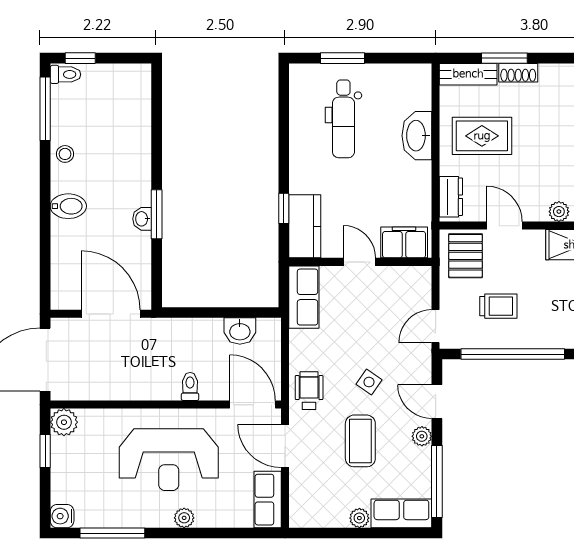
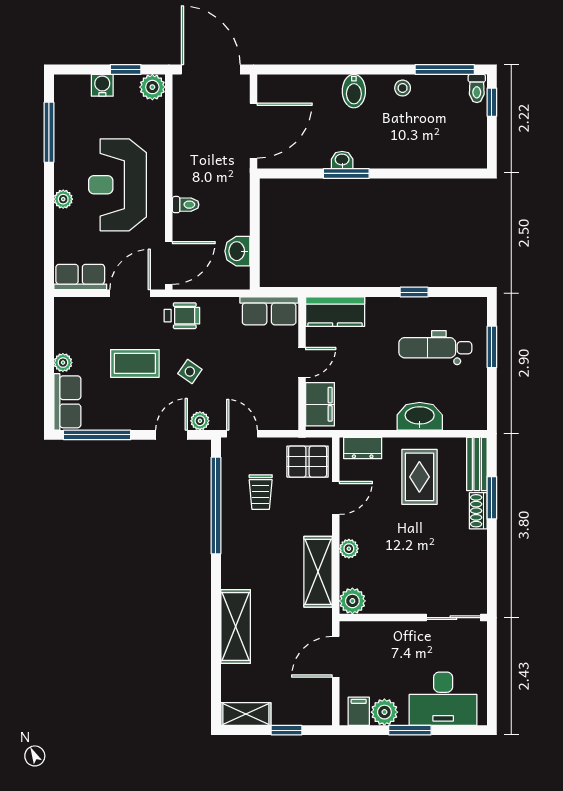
window: (284, 208) -> (414, 292), moved
plant: (422, 436) -> (200, 421), moved
water cooler: (62, 516) -> (102, 85), moved

